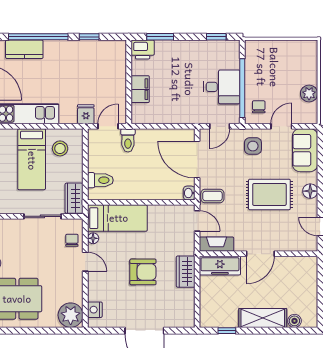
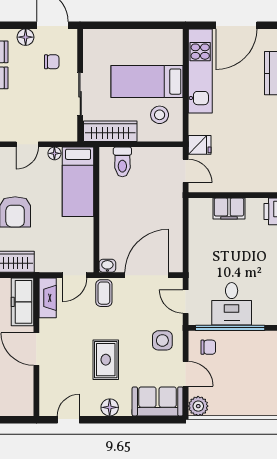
plant: (309, 94) -> (198, 406), moved
toilet: (128, 140) -> (169, 194), removed
rug: (269, 194) -> (106, 360), width x0.73, depth x0.70
wardrobe: (74, 198) -> (110, 131), width x1.50
chair: (72, 240) -> (52, 62), moved

